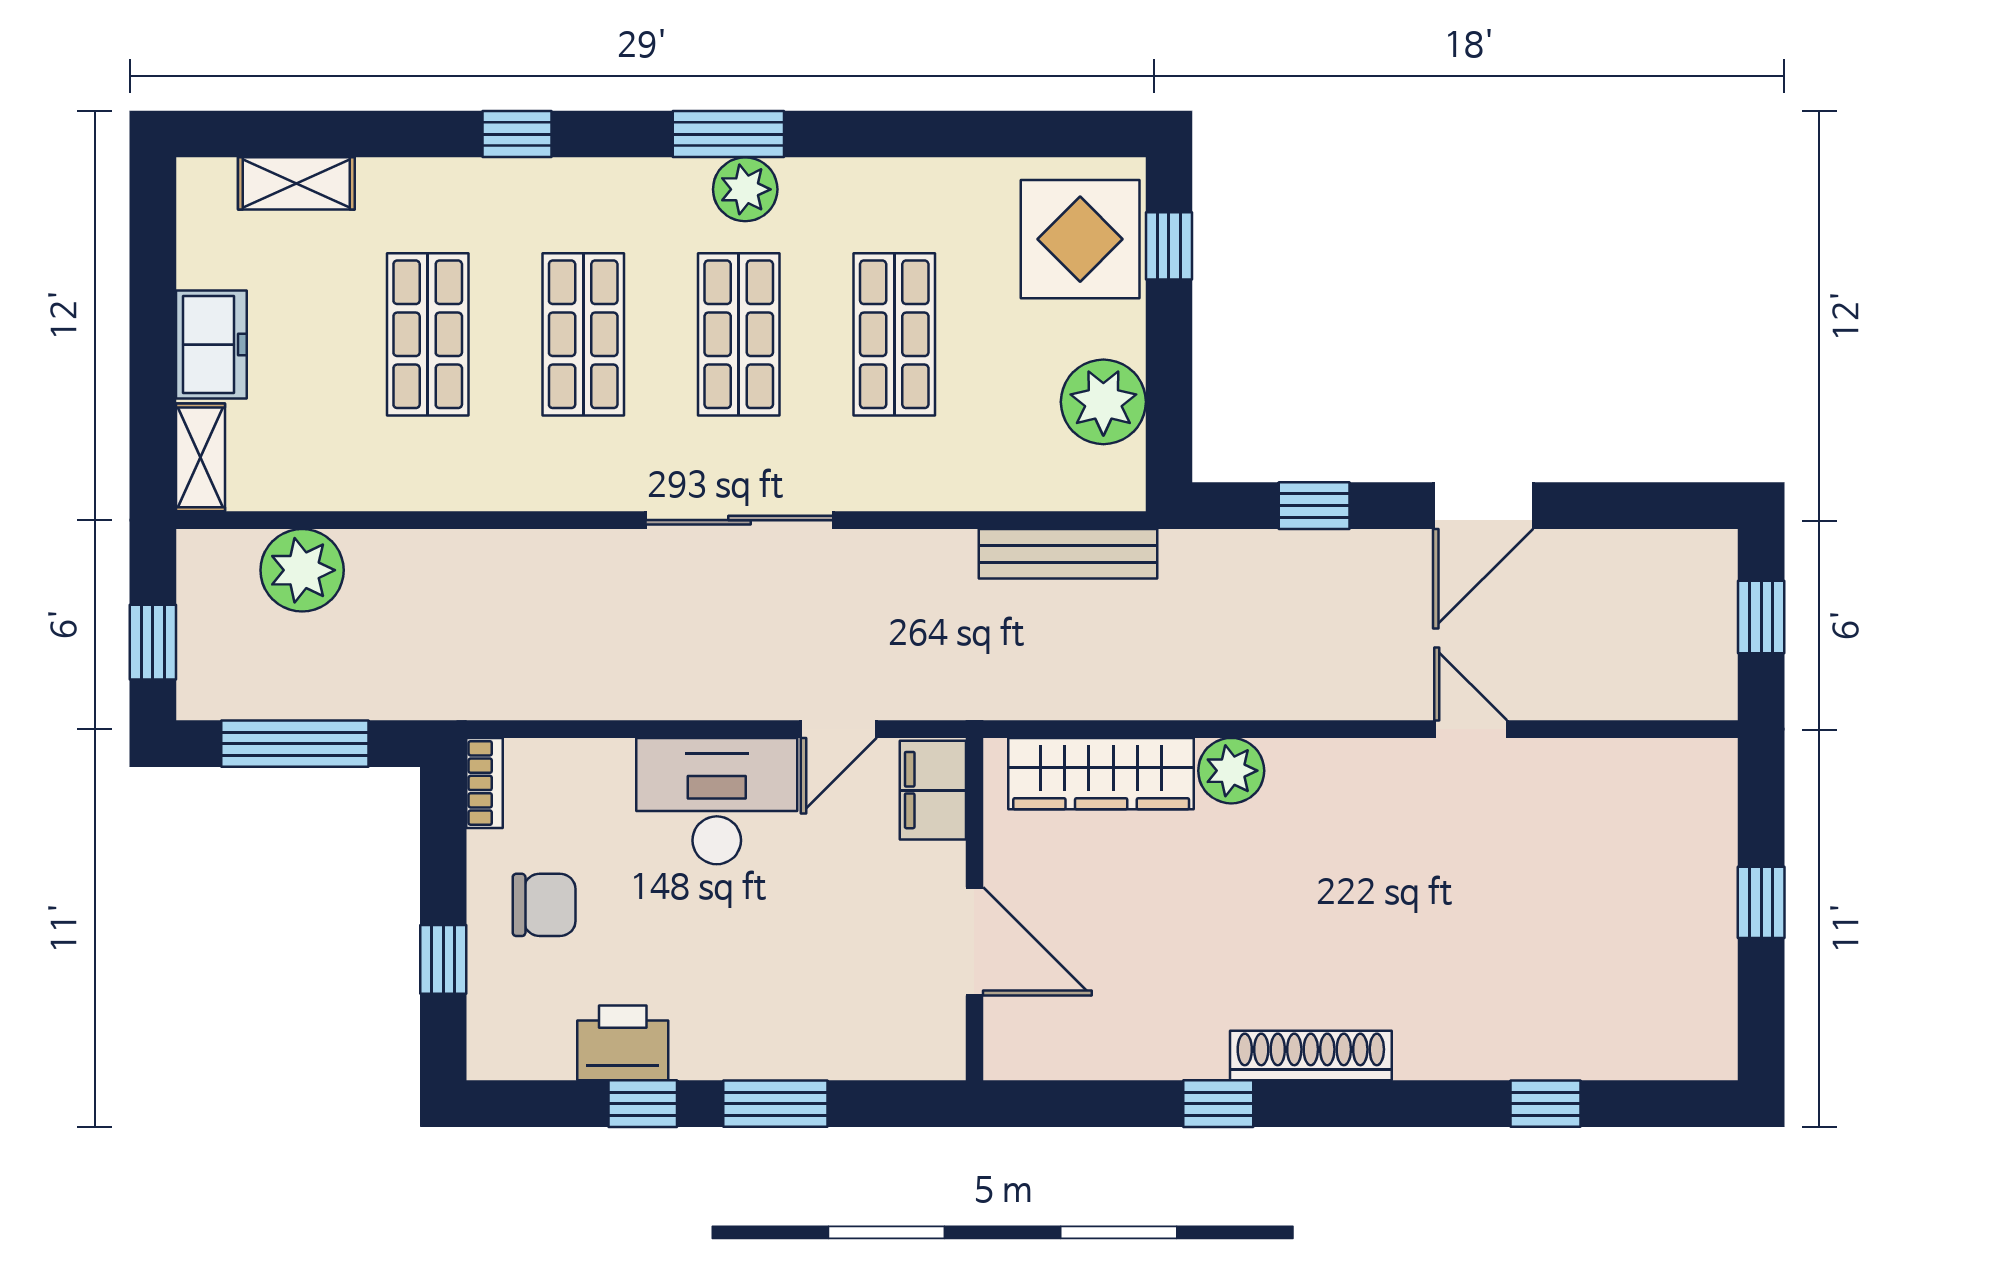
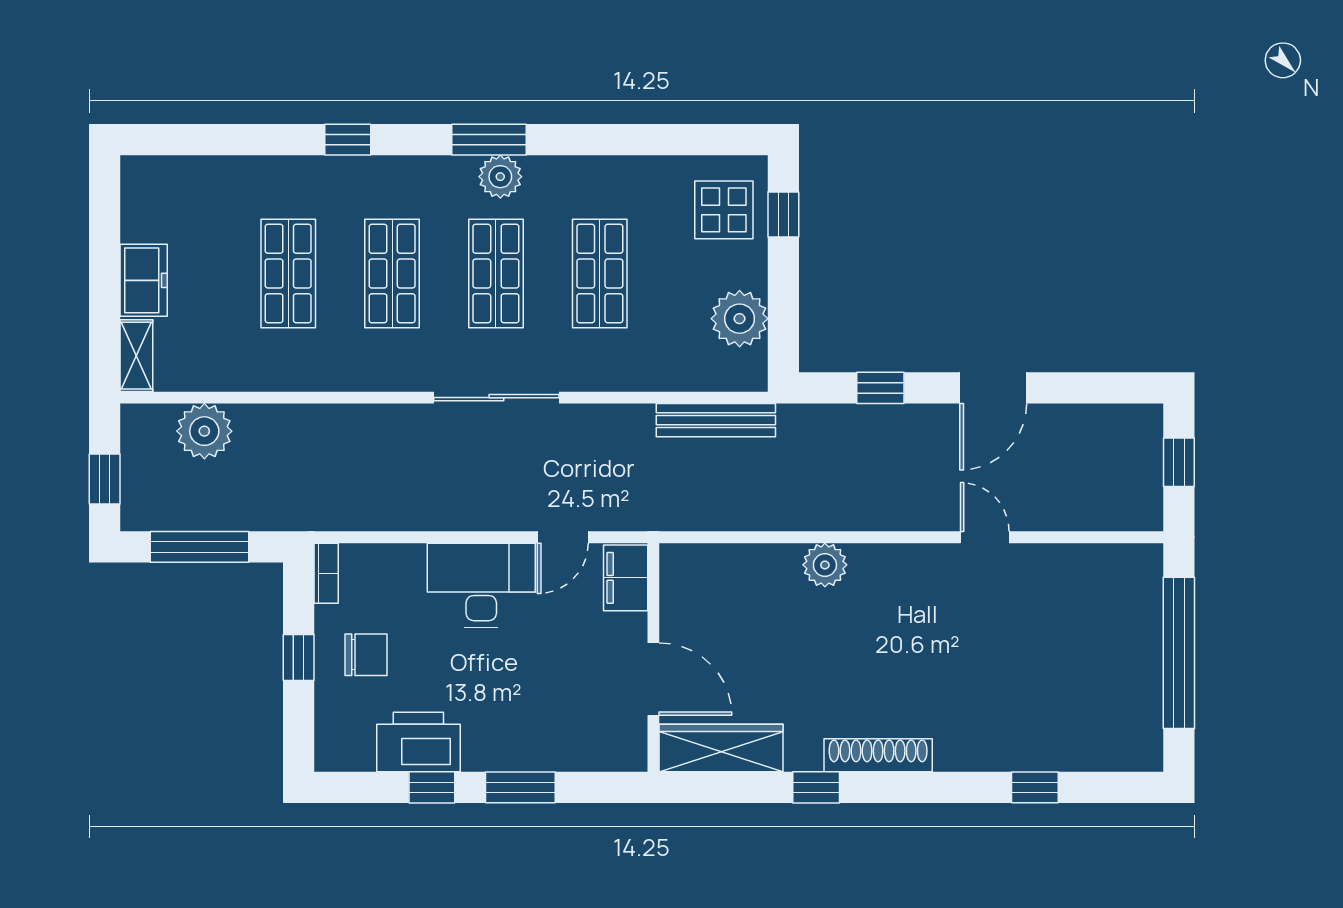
shelving: (296, 183) -> (200, 173), removed
display table: (1080, 239) -> (724, 210), width x0.73, depth x0.73
wardrobe: (1101, 774) -> (721, 748), moved, turned 180
window: (1761, 902) -> (1179, 653), width x3.17
window: (443, 959) -> (299, 658), moved
printer: (623, 1043) -> (418, 742), width x1.37, depth x1.19

